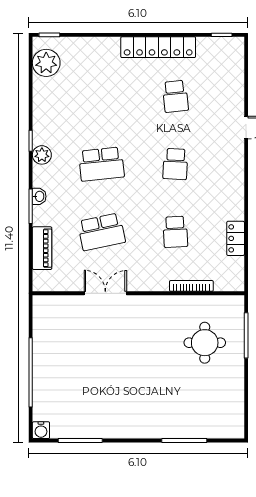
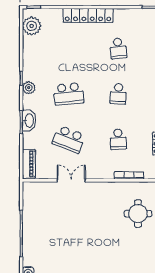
locker: (158, 47) -> (88, 15), moved
washbasin: (39, 196) -> (29, 121), width x1.91, depth x1.45
school desk: (101, 232) -> (69, 139), turned 33
piano: (42, 248) -> (29, 164), moved

